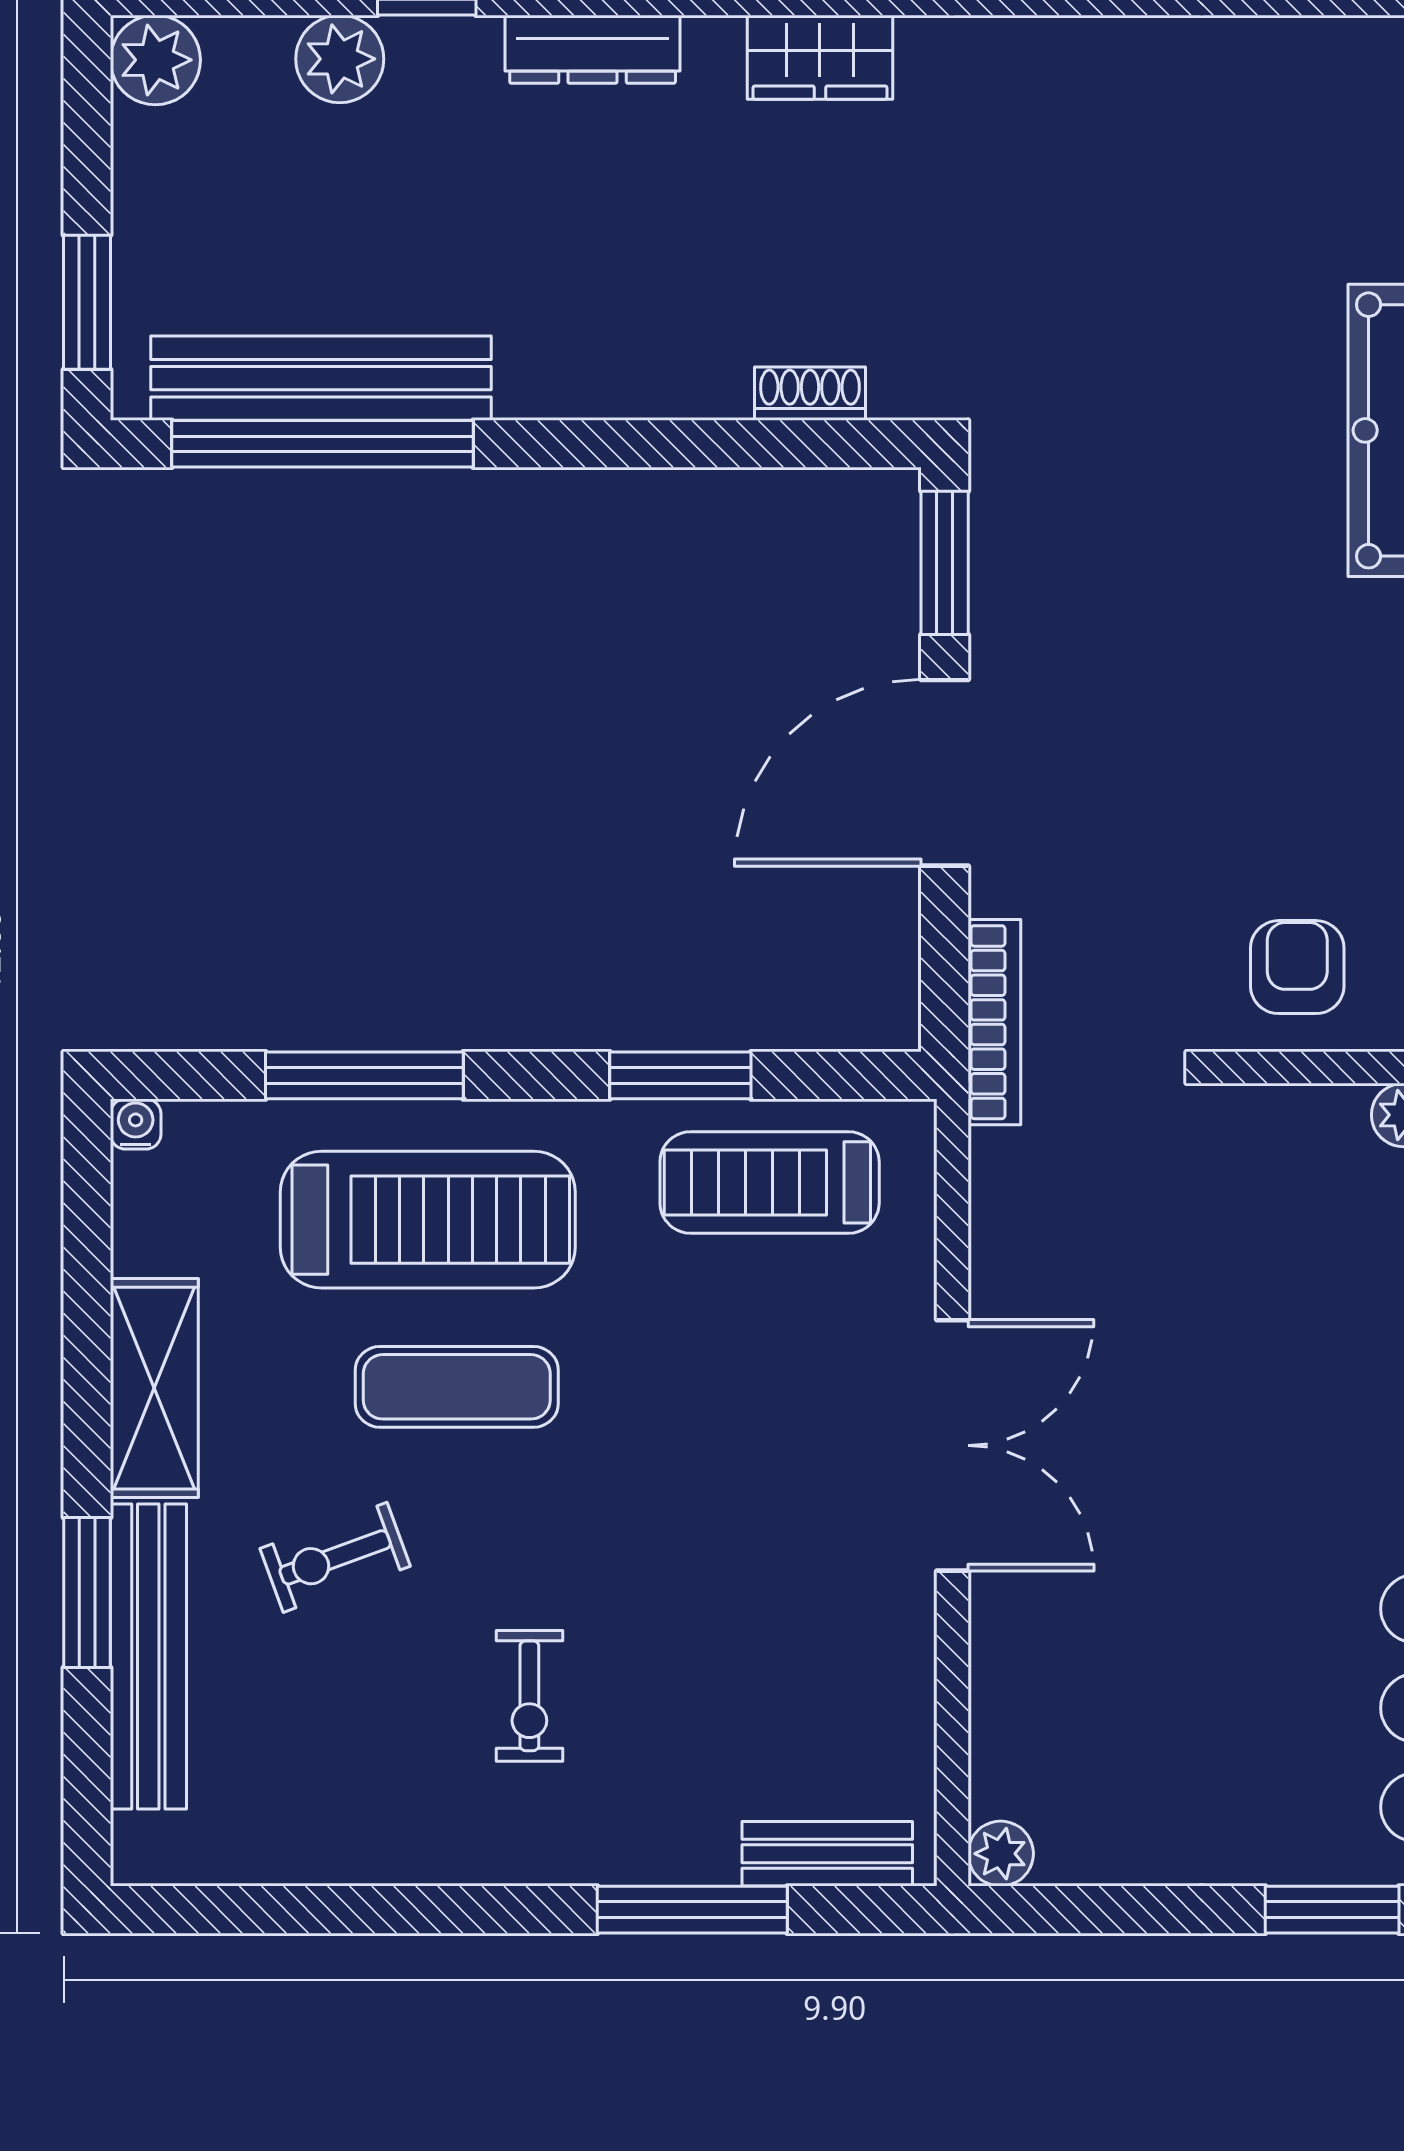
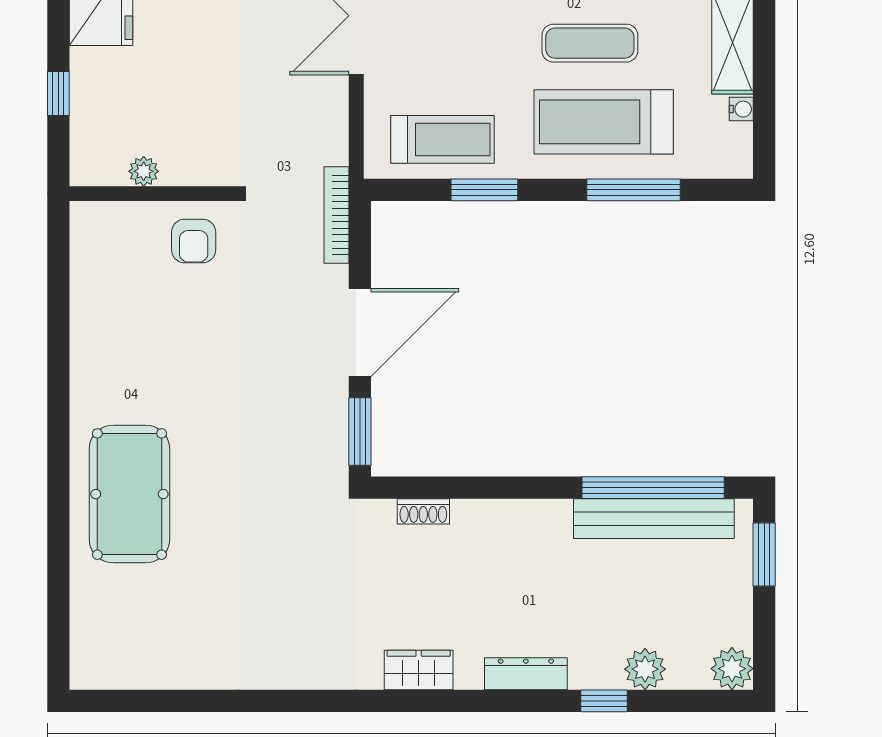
water cooler: (136, 1124) -> (741, 109), moved, turned -90

